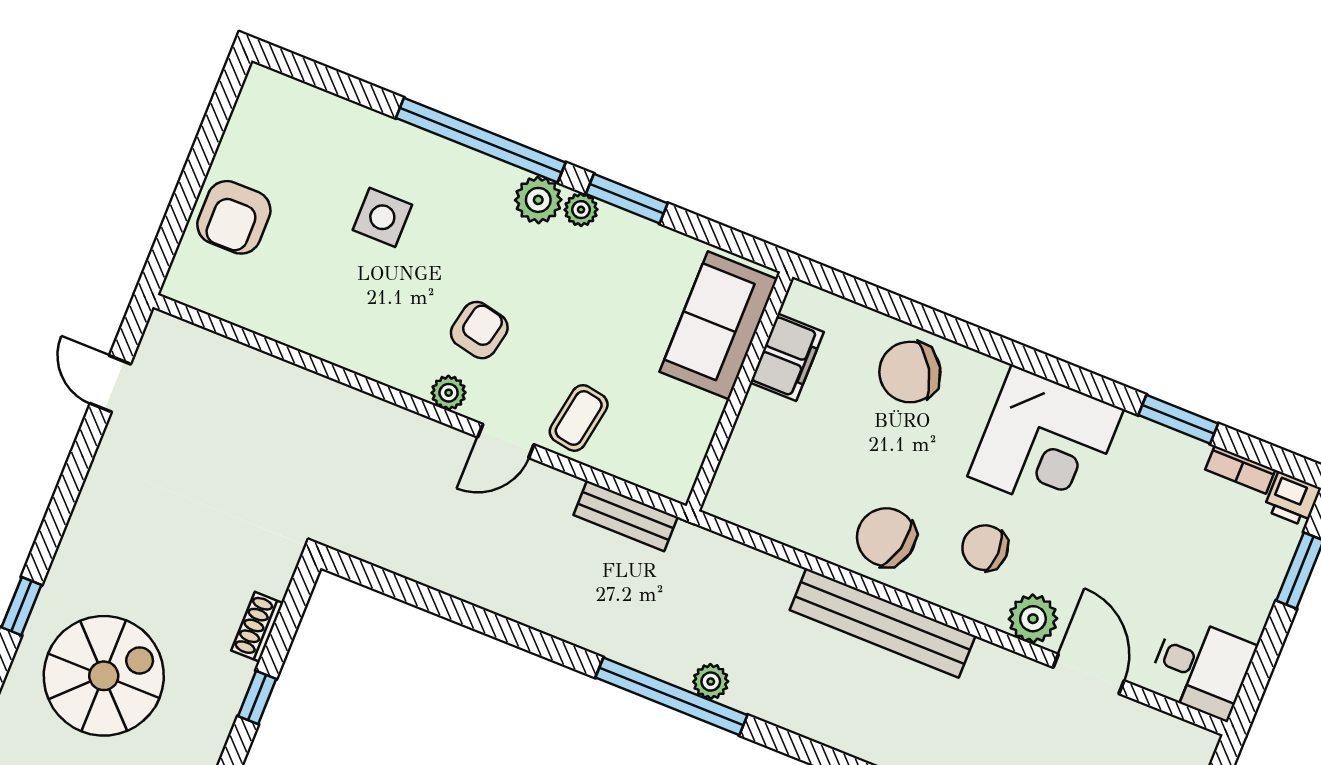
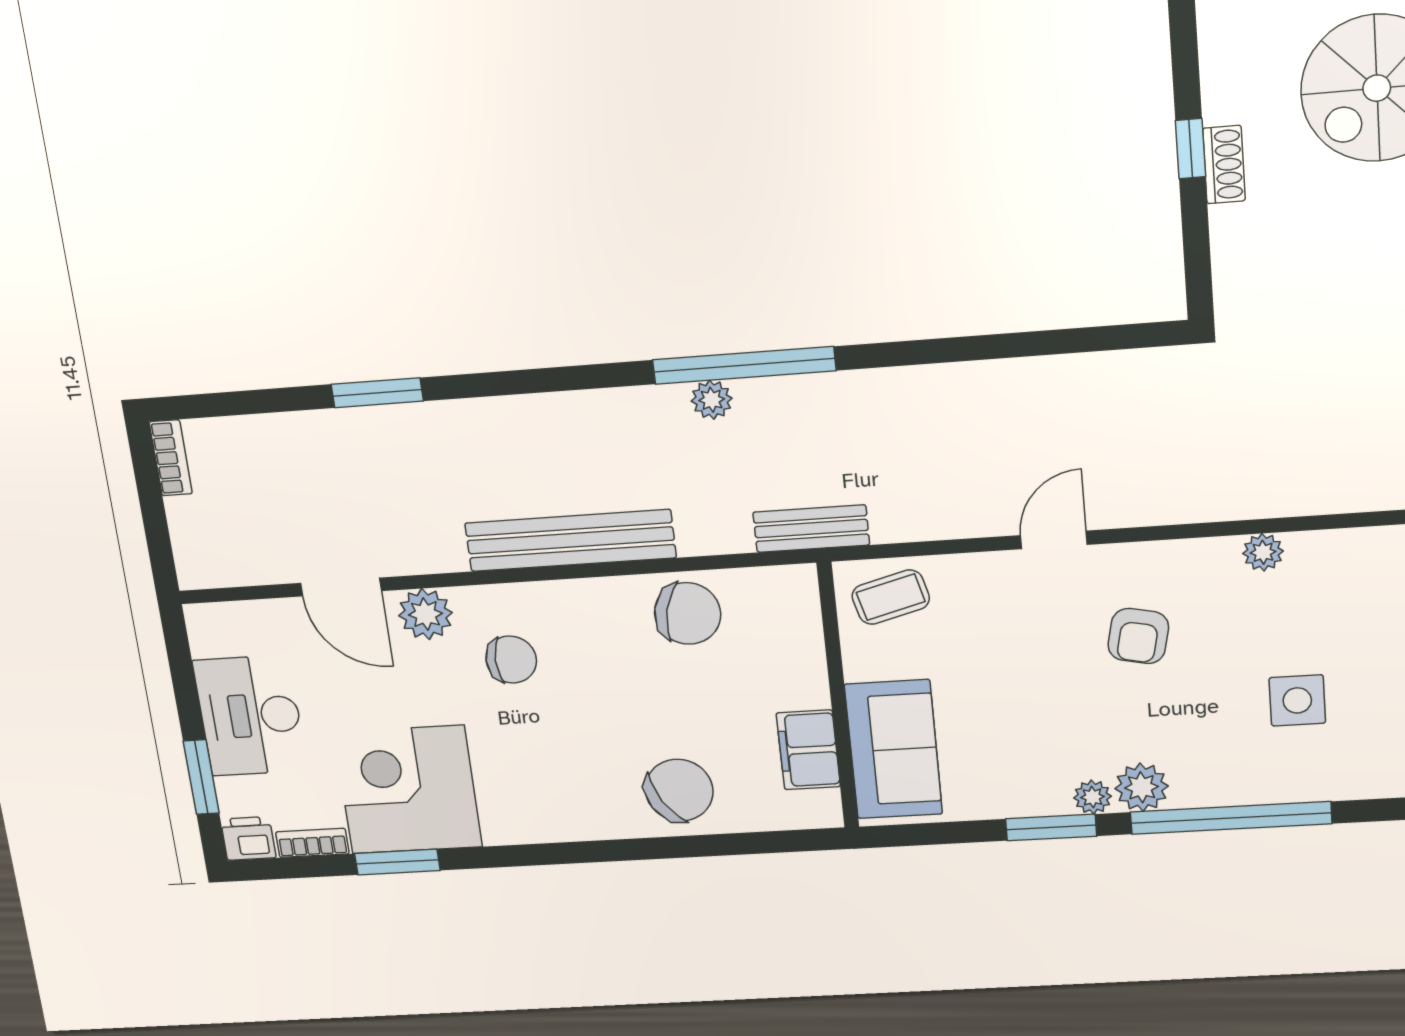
plant: (449, 393) -> (1263, 552), moved
coffee table: (579, 418) -> (891, 597), moved, turned 65
corner desk: (1046, 443) -> (408, 790), moved
bench: (626, 516) -> (811, 529), moved
chair: (886, 537) -> (688, 613), moved
shoe rack: (257, 627) -> (1224, 165), moved
desk: (1201, 668) -> (250, 716), moved, width x1.37

